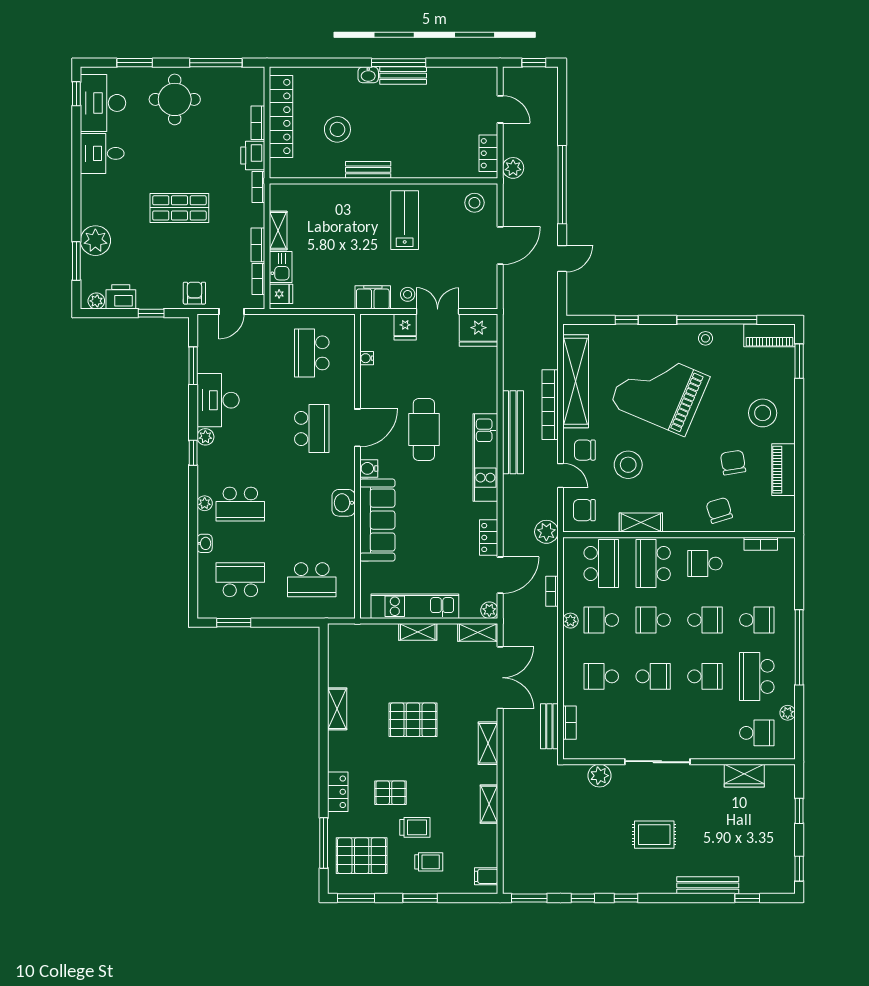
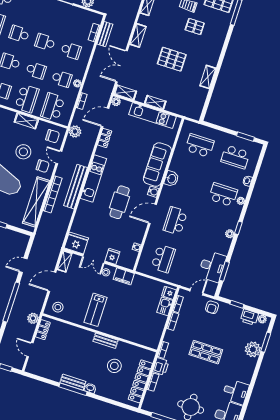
shelving: (278, 230) -> (65, 261), moved
desk: (218, 400) -> (212, 266), moved
locker: (338, 792) -> (221, 35), removed

